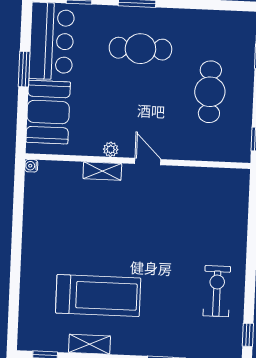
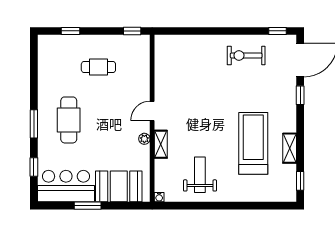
cafe table: (210, 92) -> (98, 67), width x0.73, depth x0.74
weight bench: (59, 222) -> (200, 175), added

